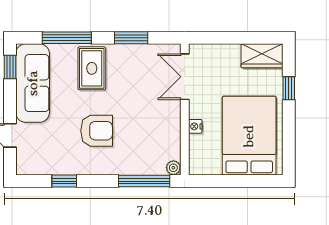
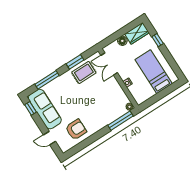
floor lamp: (230, 53) -> (122, 41), added
rug: (92, 68) -> (84, 72), moved, turned 90
armchair: (97, 131) -> (76, 129), moved
bed: (249, 136) -> (154, 72), width x0.67
window: (64, 181) -> (86, 143), removed

